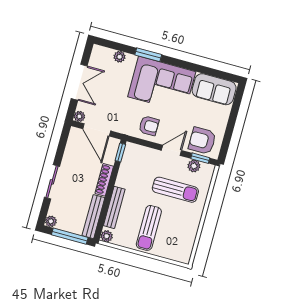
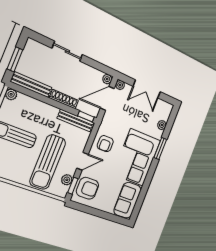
armchair: (202, 141) -> (87, 188), turned 90
door: (171, 150) -> (83, 161), hinge flipped
sun lounger: (175, 190) -> (48, 162), width x1.36, depth x1.34
bench: (114, 207) -> (76, 120), moved
plant: (51, 221) -> (107, 79), moved
window: (70, 236) -> (15, 59), width x0.69

